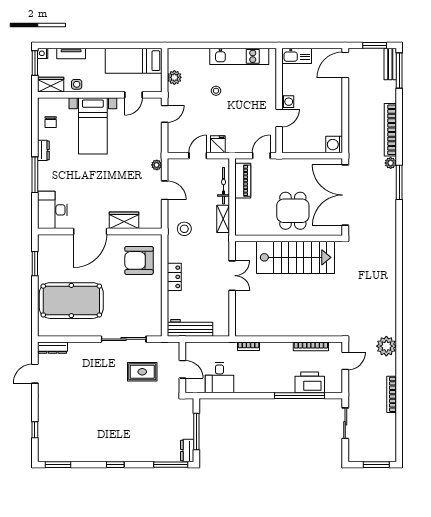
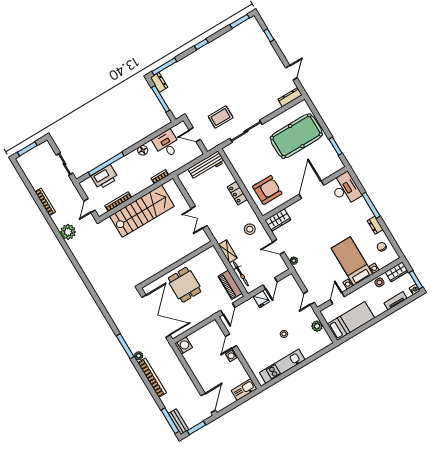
wardrobe: (124, 220) -> (278, 220), moved
stairs: (295, 257) -> (142, 211), moved, turned 180
floor lamp: (250, 387) -> (143, 150), added

